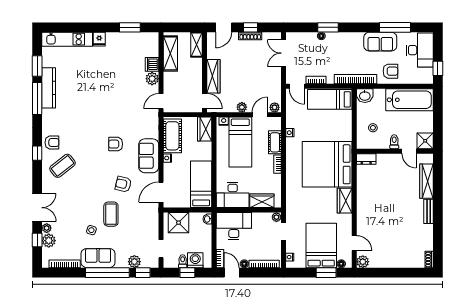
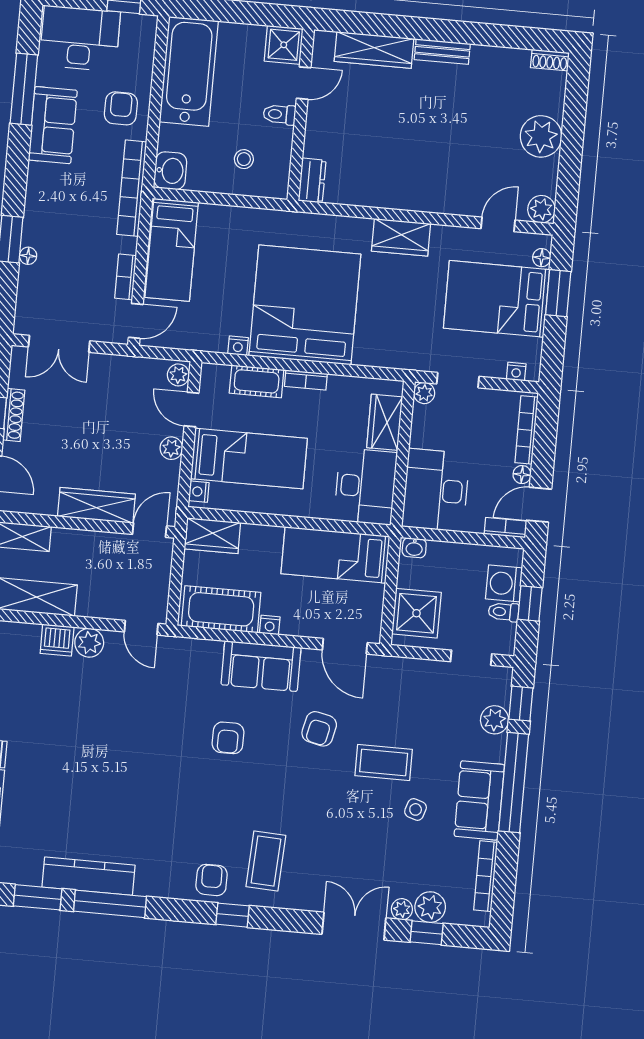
bed: (327, 164) -> (305, 305), moved, turned 180
coffee table: (63, 166) -> (266, 861), turned 41
plant: (395, 259) -> (541, 136), added

